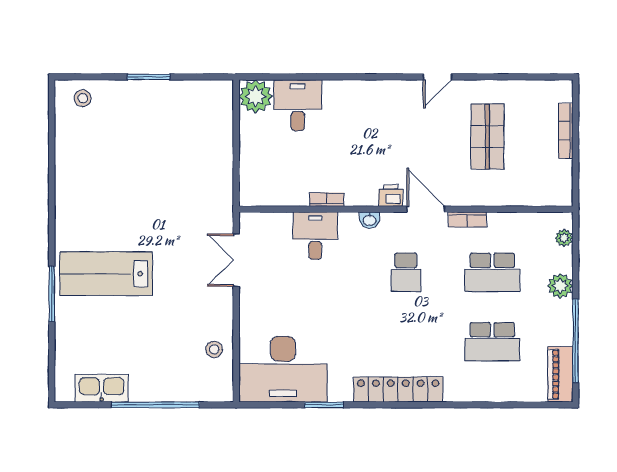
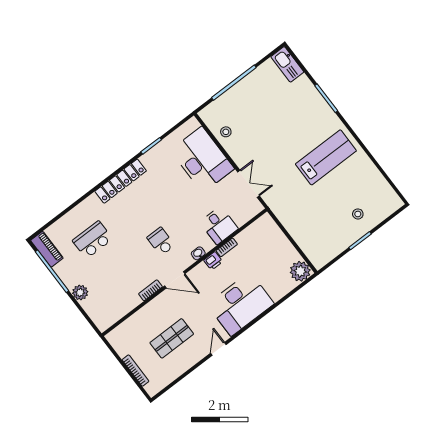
stool: (83, 98) -> (358, 214), moved
desk: (298, 105) -> (241, 304), moved, width x1.87, depth x1.30
shop shelf: (487, 137) -> (172, 338), turned 90
printer: (391, 196) -> (213, 261), moved
plant: (564, 238) -> (96, 317), removed
school desk: (492, 272) -> (118, 274), removed
lab bench: (106, 274) -> (326, 157), moved
desk: (283, 369) -> (202, 160), moved, turned 90
kitchen sink: (102, 388) -> (287, 64), moved, turned 90

